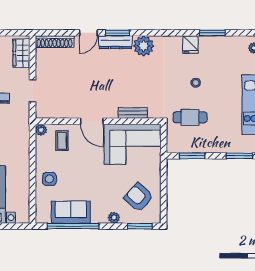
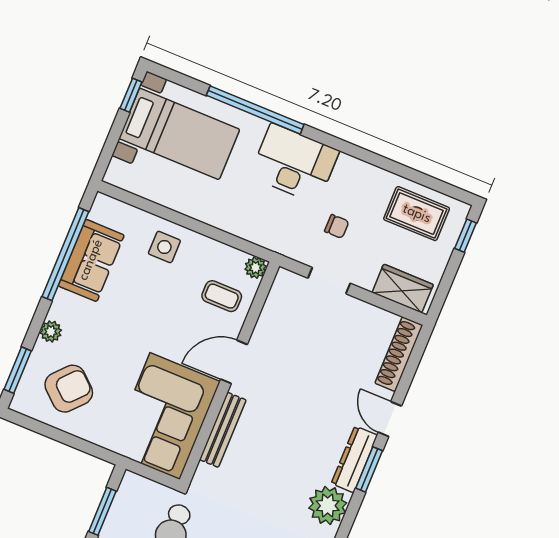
bench: (133, 113) -> (223, 430), width x1.36

